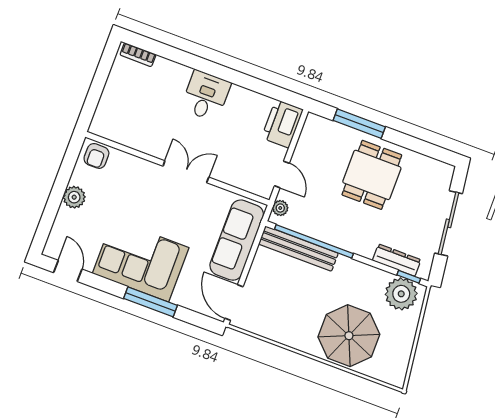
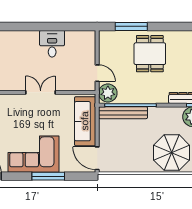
desk: (206, 96) -> (52, 44), moved
printer: (282, 124) -> (86, 43), removed
plant: (280, 208) -> (108, 93), width x1.87, depth x1.87

